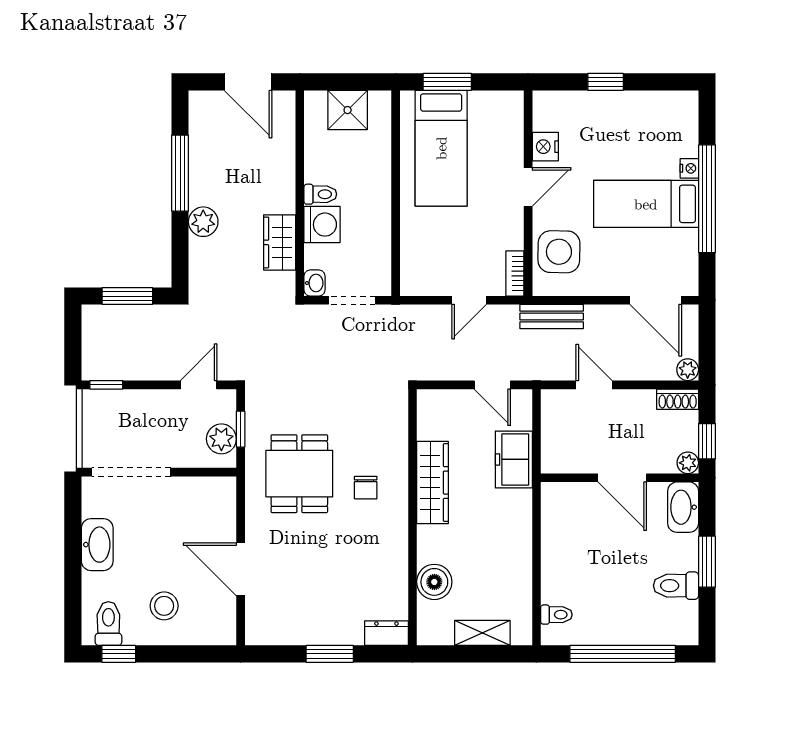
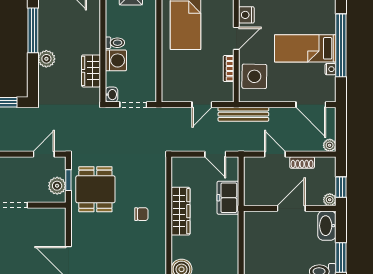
nightstand: (689, 168) -> (331, 69), moved
bookcase: (515, 273) -> (229, 69), moved
bench: (552, 317) -> (243, 114), width x1.36
shoe rack: (678, 399) -> (302, 162), moved
dining table: (299, 474) -> (95, 189), moved
door: (622, 478) -> (291, 208), swing flipped
chair: (366, 488) -> (141, 214), turned -90

